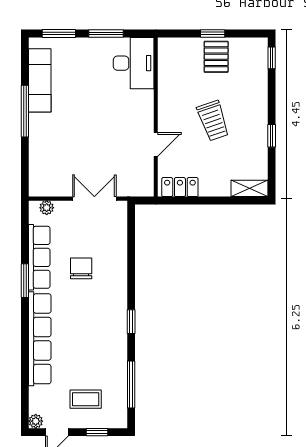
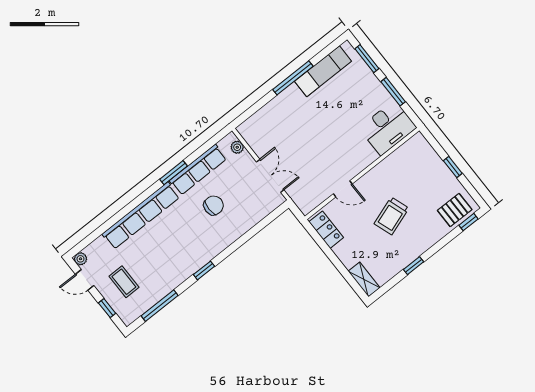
pallet: (216, 57) -> (455, 210), moved

